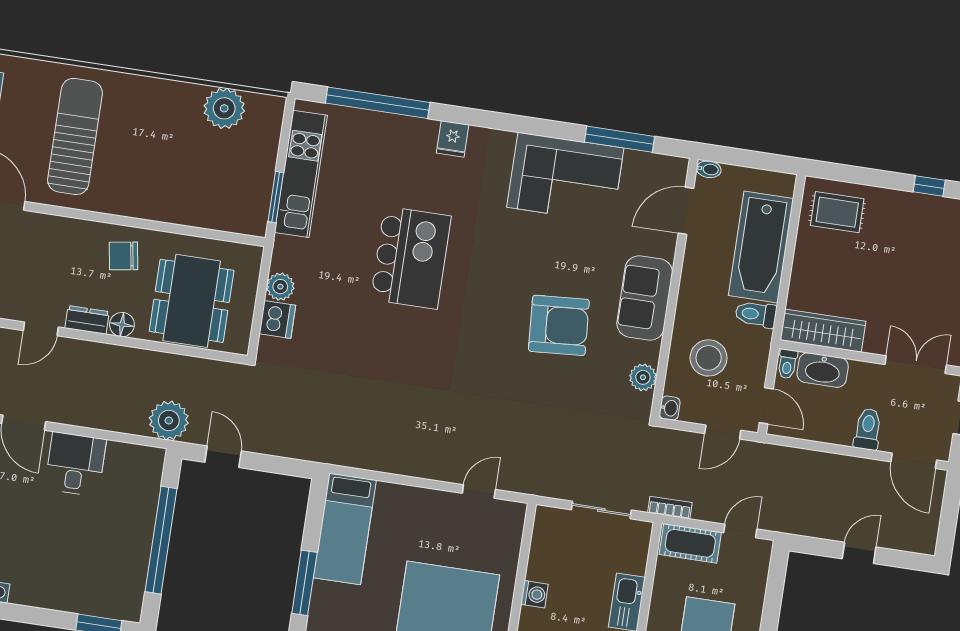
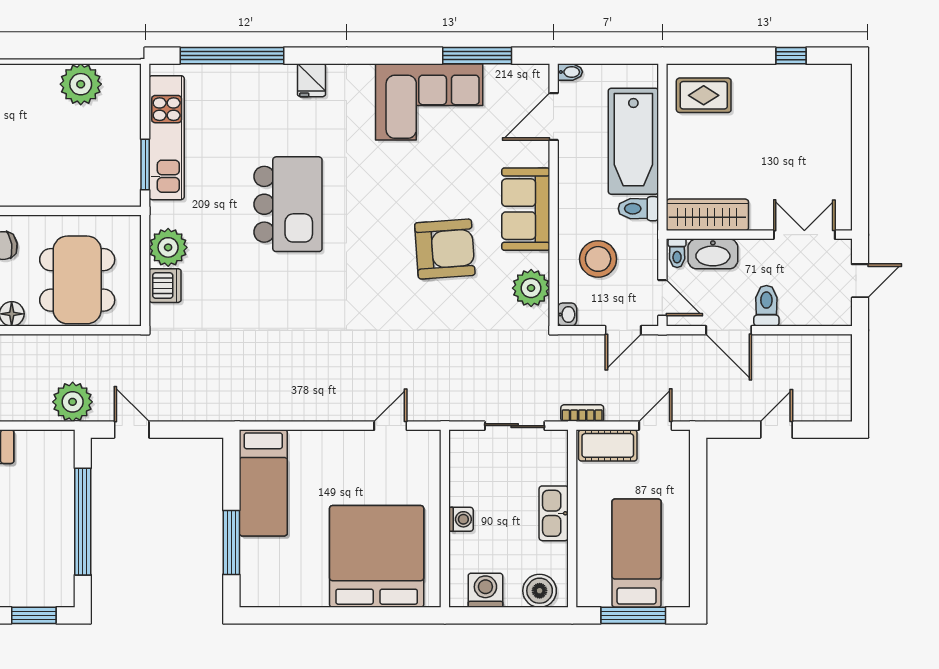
plant: (280, 287) -> (168, 247), width x1.36, depth x1.36
plant: (643, 377) -> (531, 288), width x1.36, depth x1.36
door: (914, 461) -> (729, 330), moved

